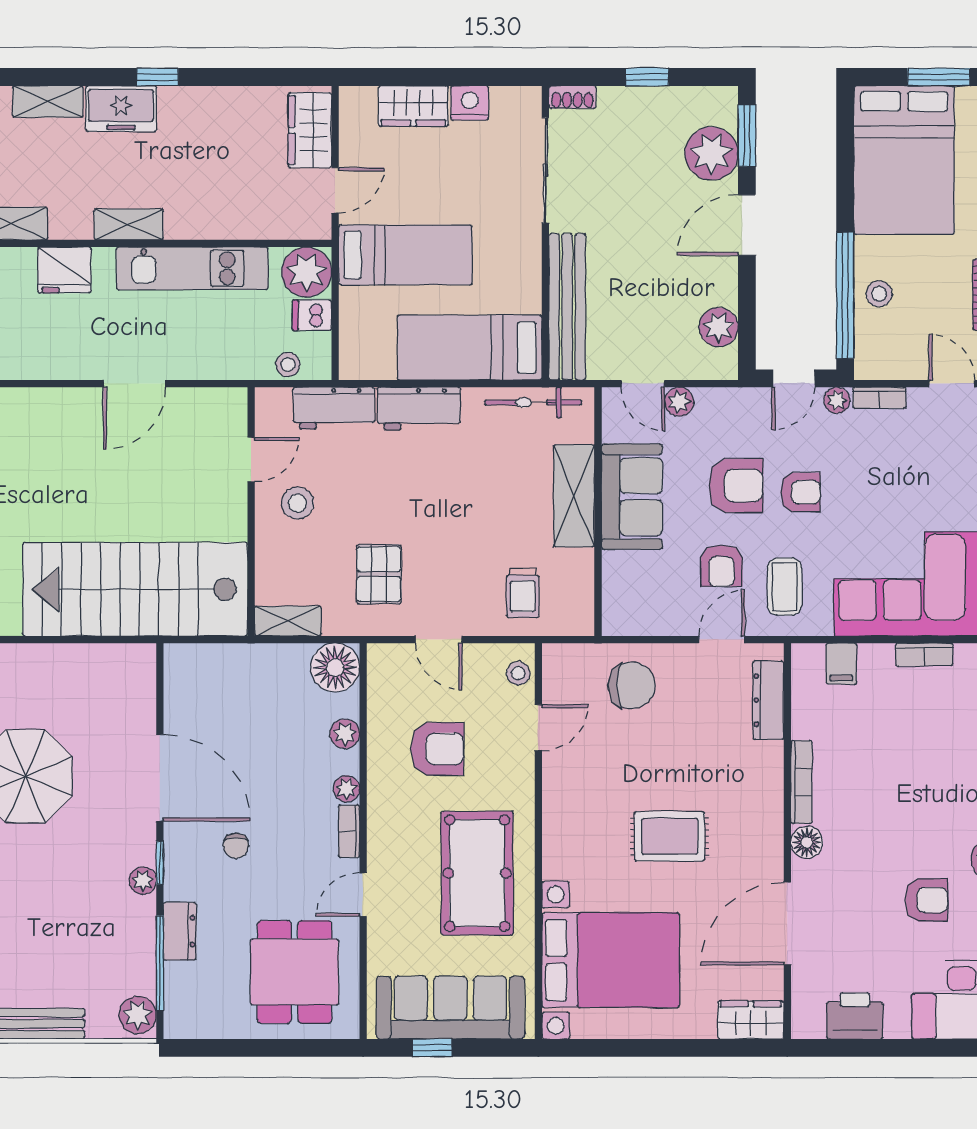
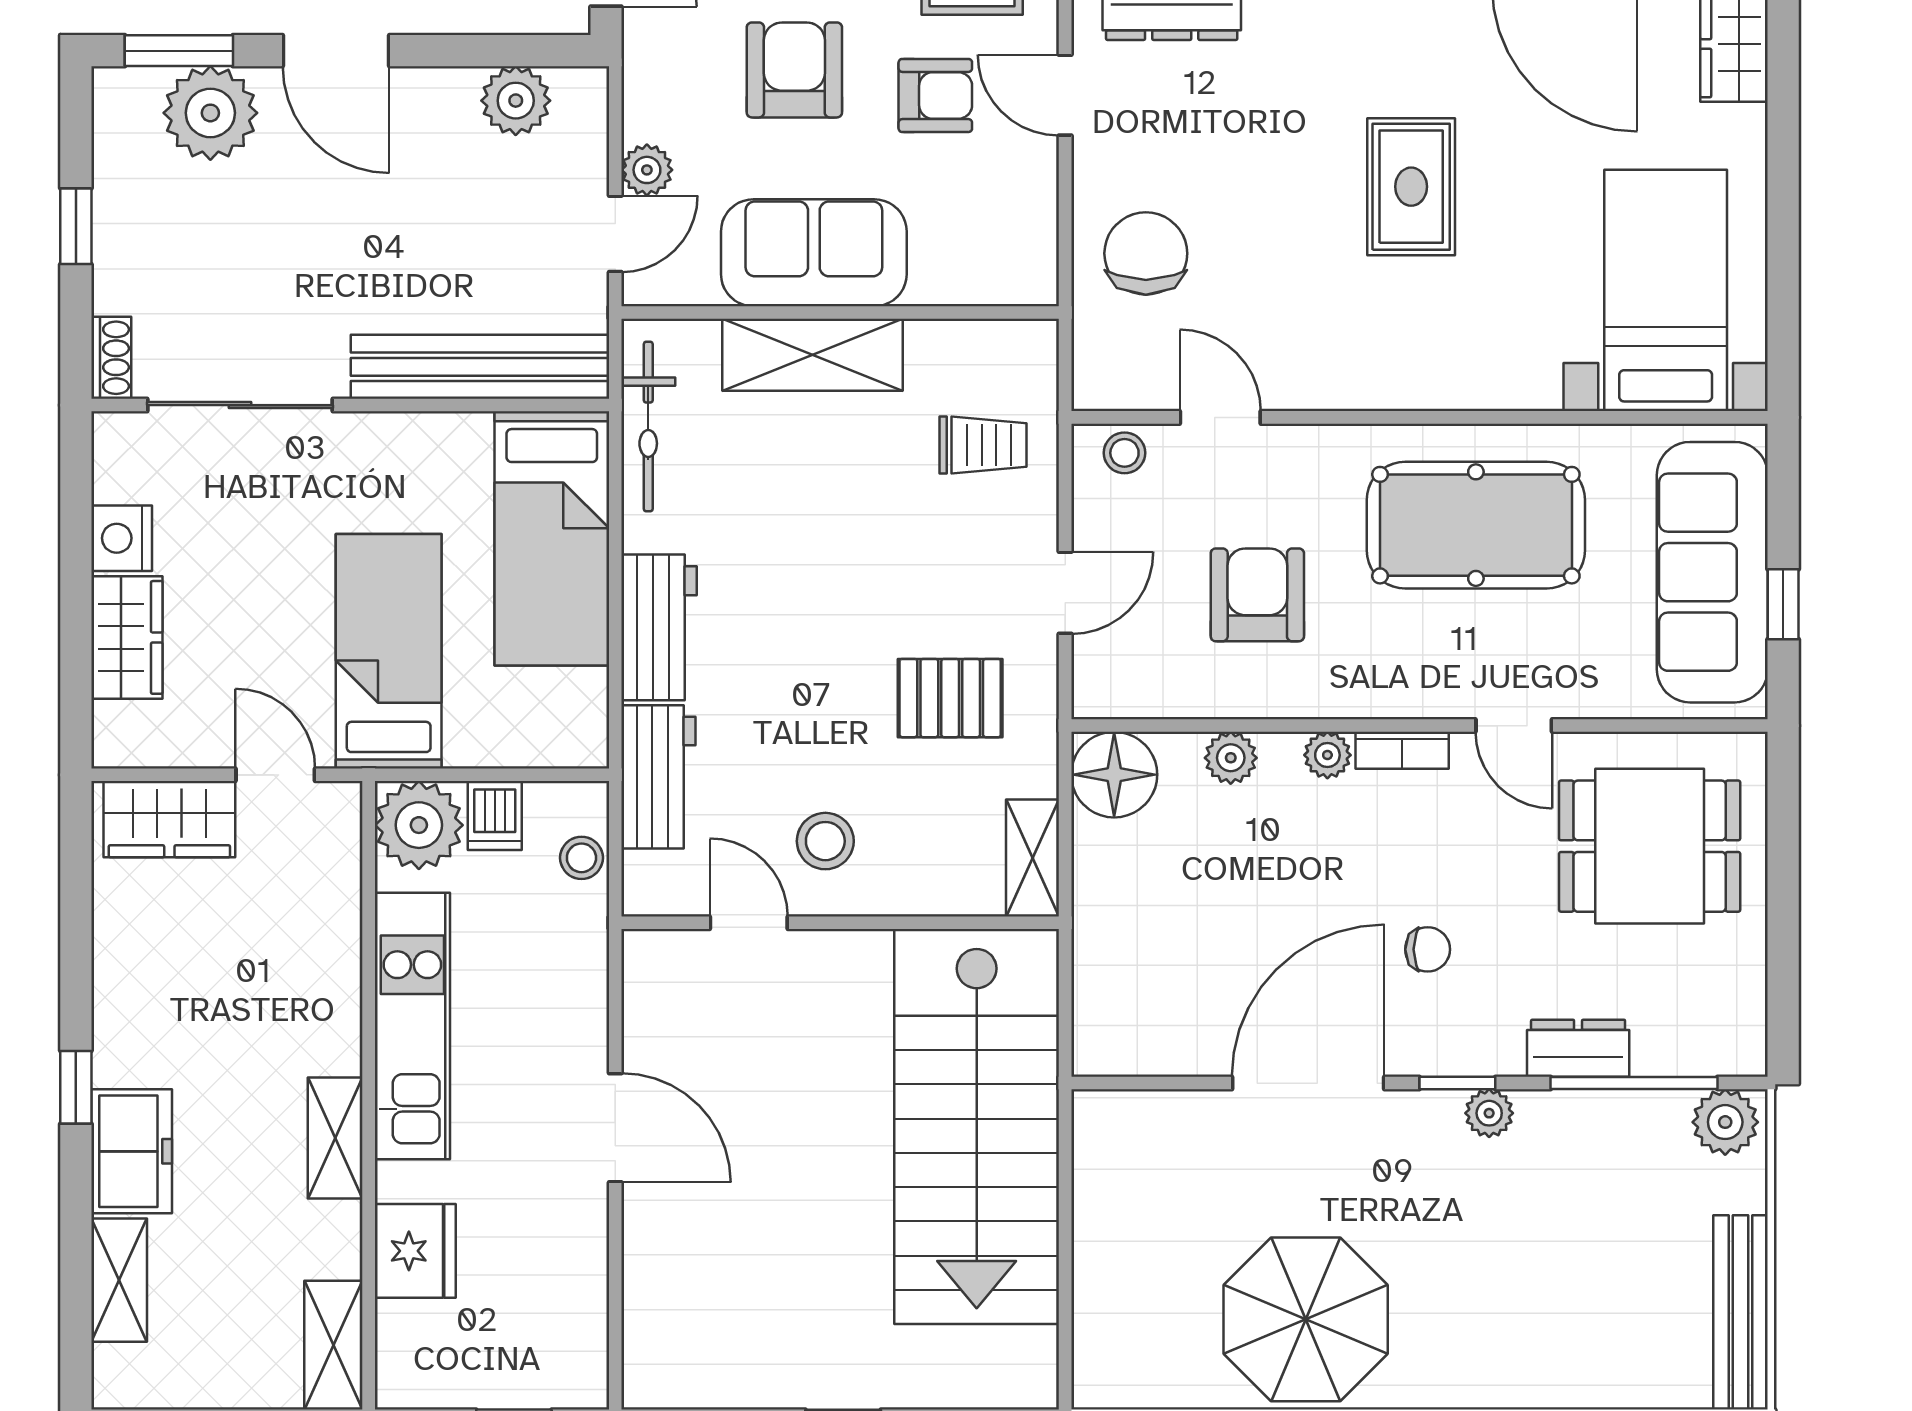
bed with nightstands: (611, 960) -> (1666, 290), width x0.73

